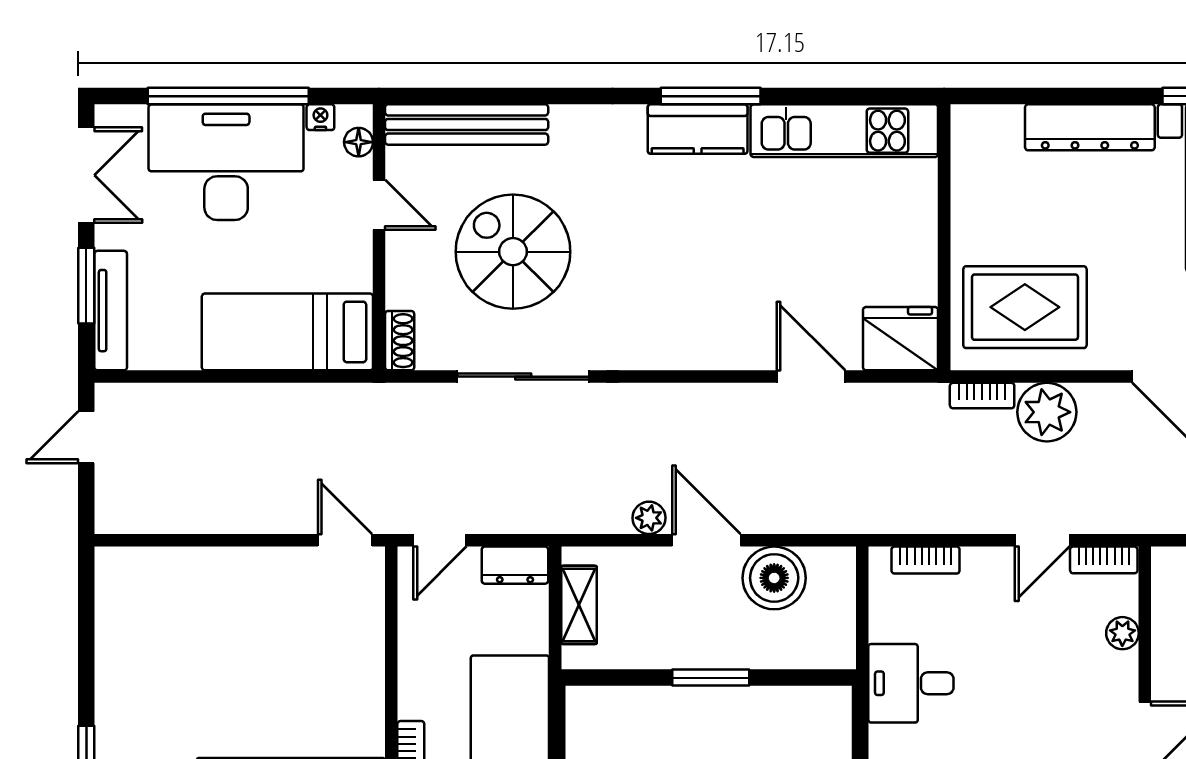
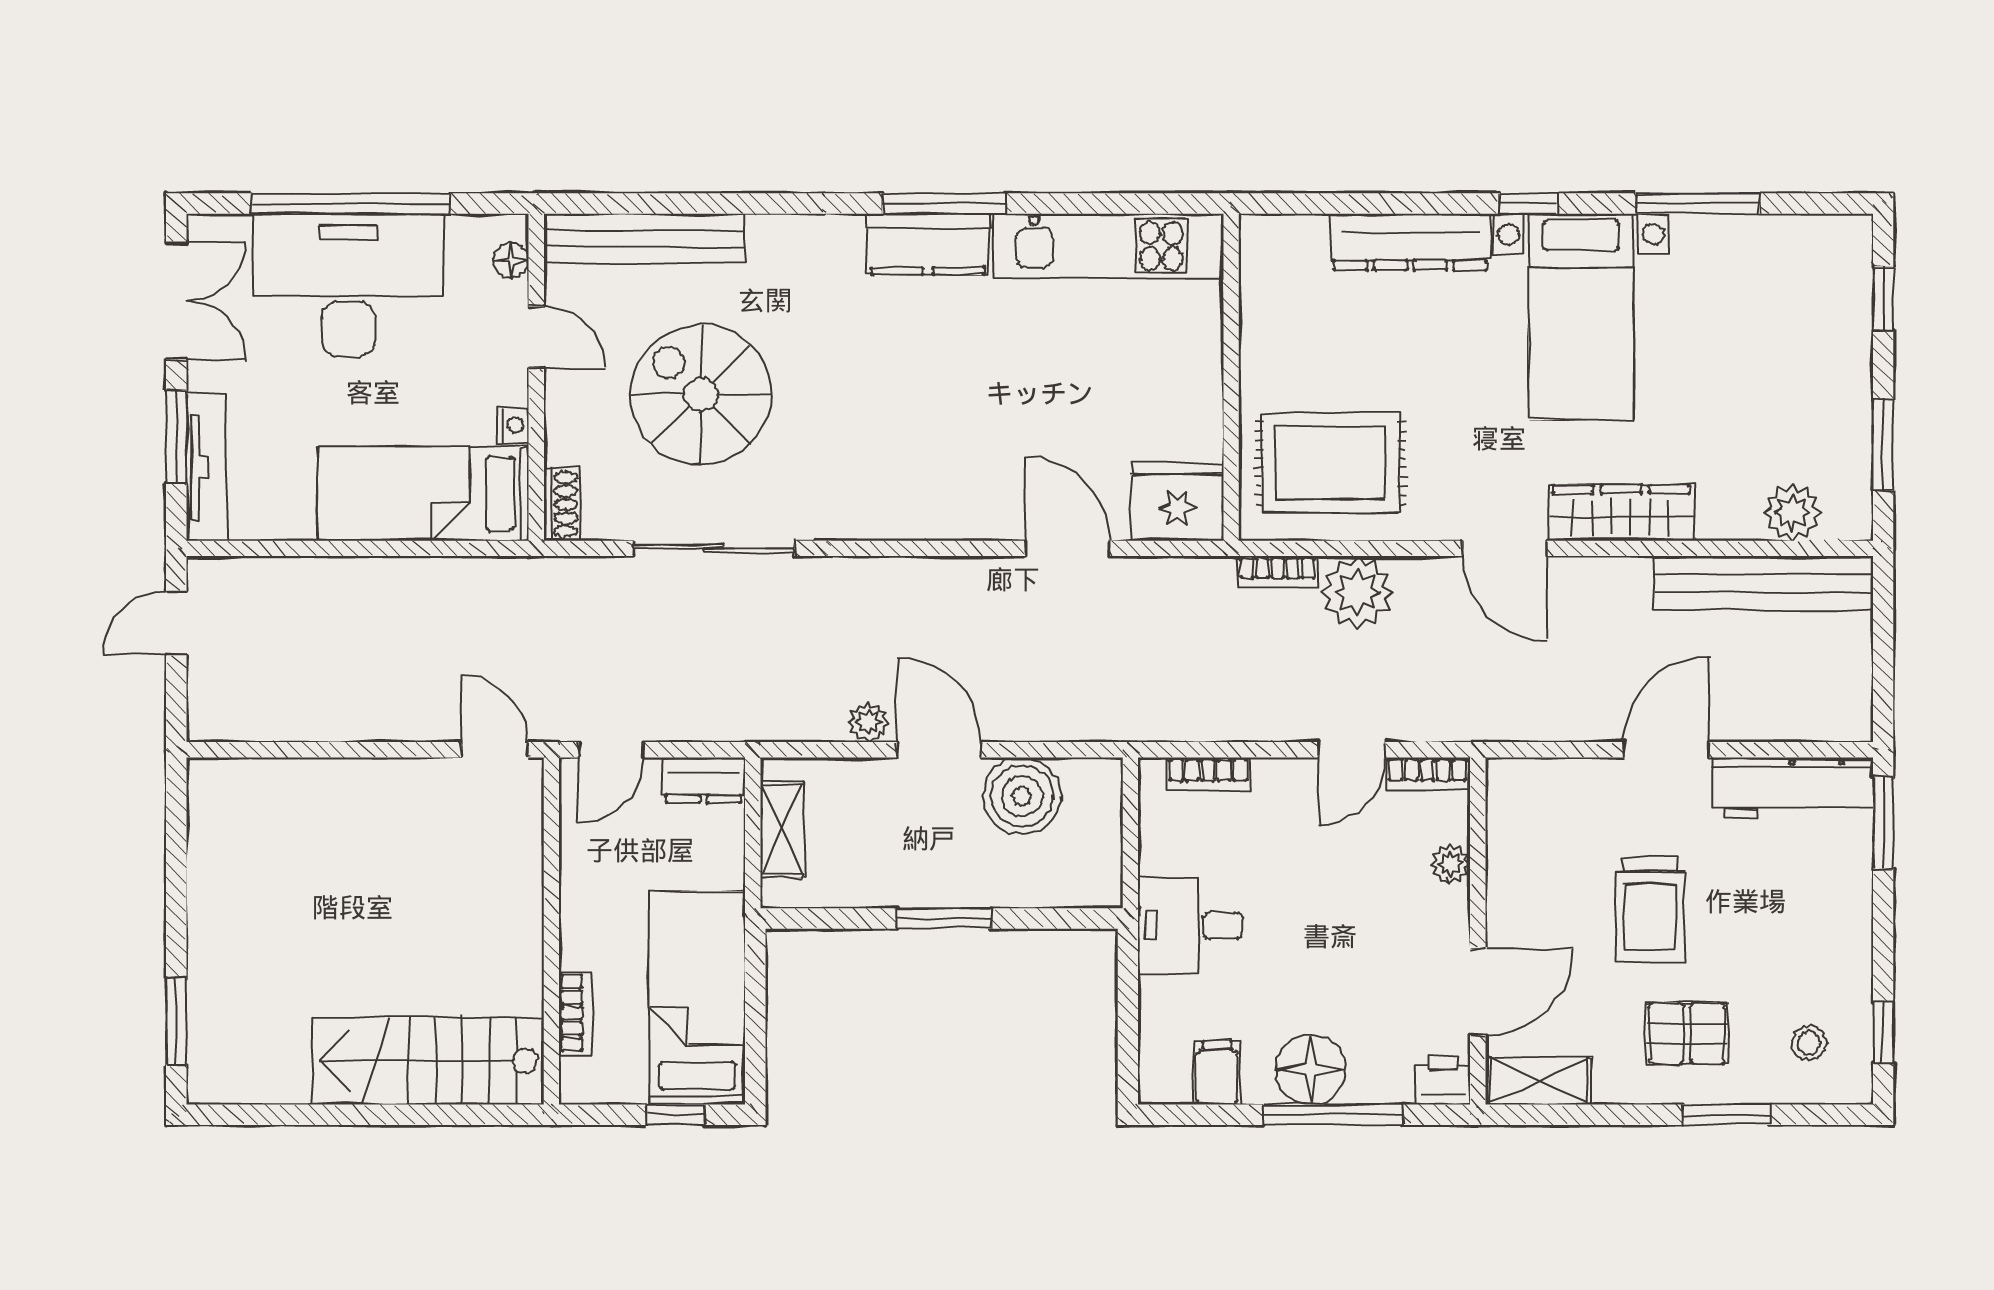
nightstand: (320, 117) -> (513, 425), moved, turned 90

